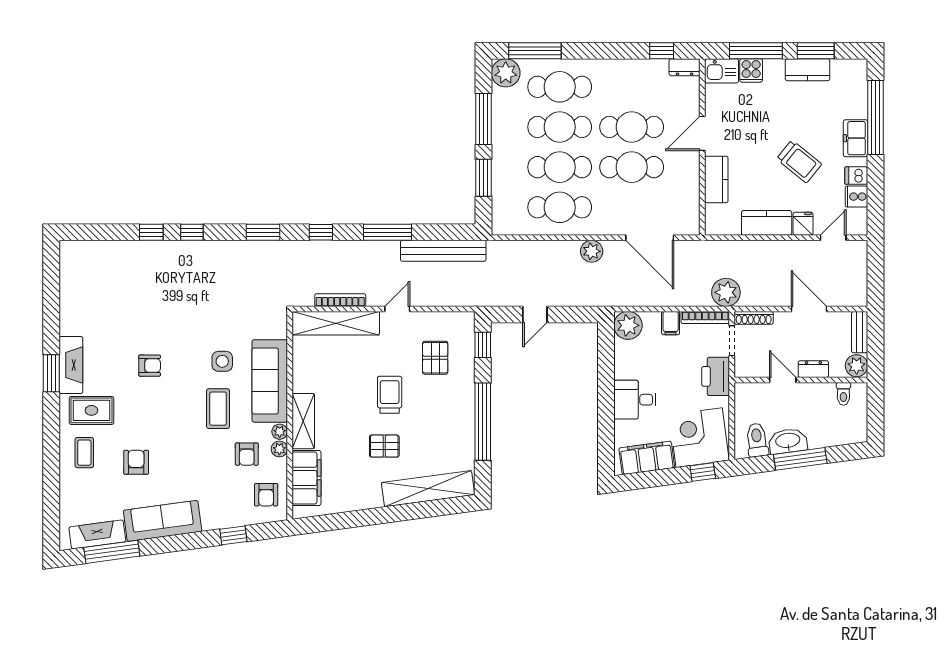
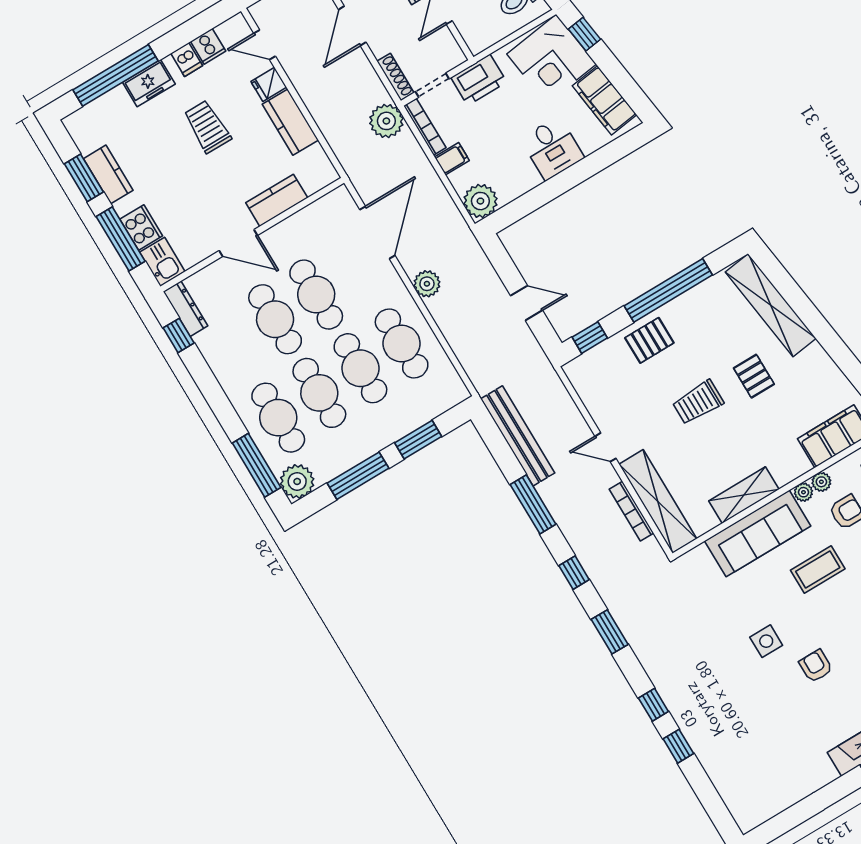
dresser: (685, 67) -> (186, 309), width x1.44
cooker: (751, 70) -> (141, 228), width x1.36
trolley: (799, 161) -> (207, 127), turned -39
pallet: (435, 358) -> (649, 340), moved
side table: (222, 361) -> (766, 641), moved
shelving: (303, 421) -> (744, 495), moved

